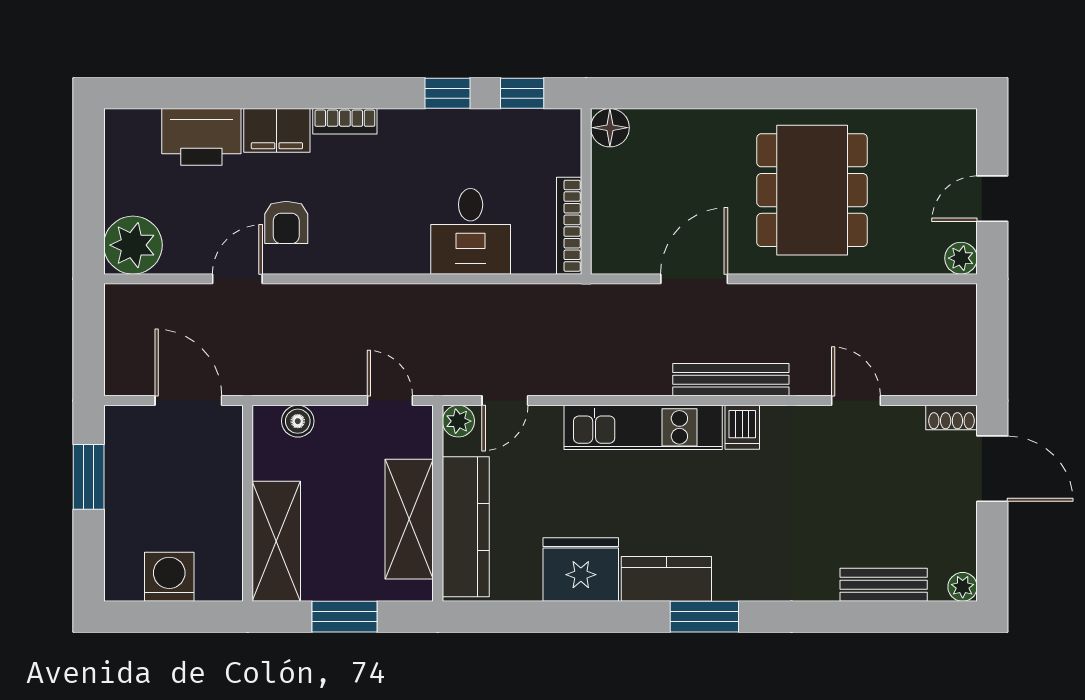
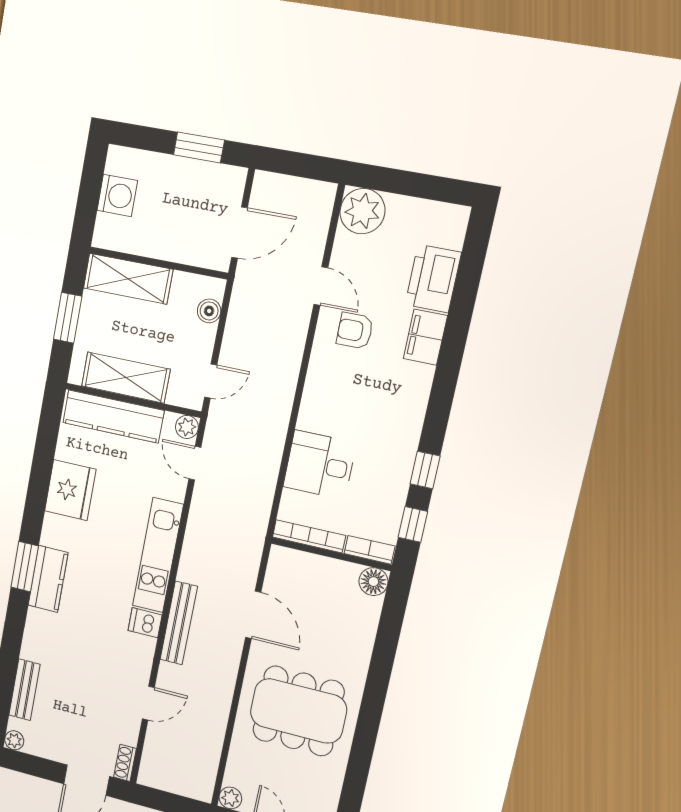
bookcase: (345, 121) -> (369, 550), moved, turned 90
kitchen counter: (666, 579) -> (48, 579), moved

